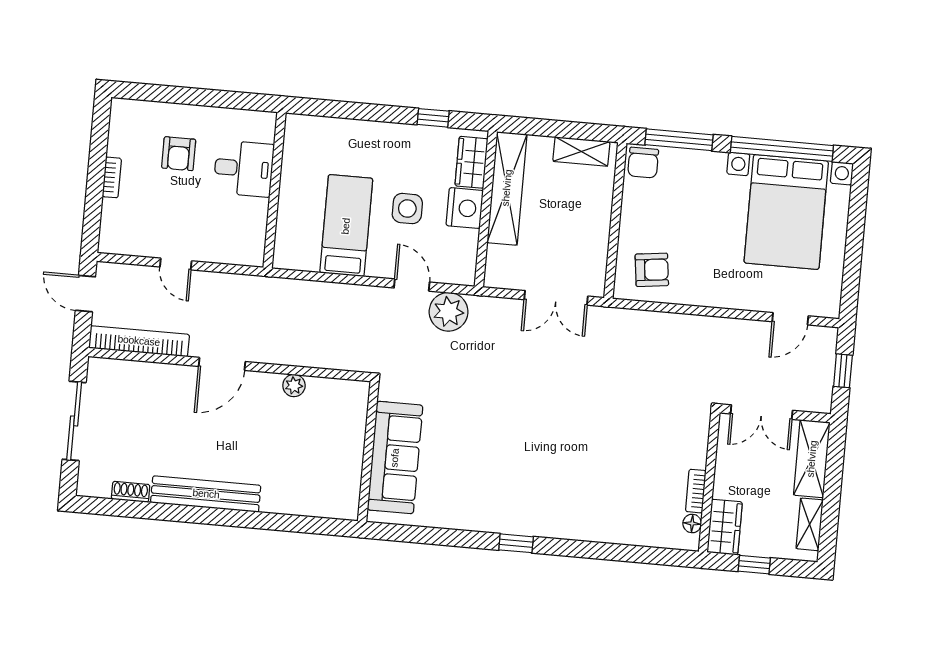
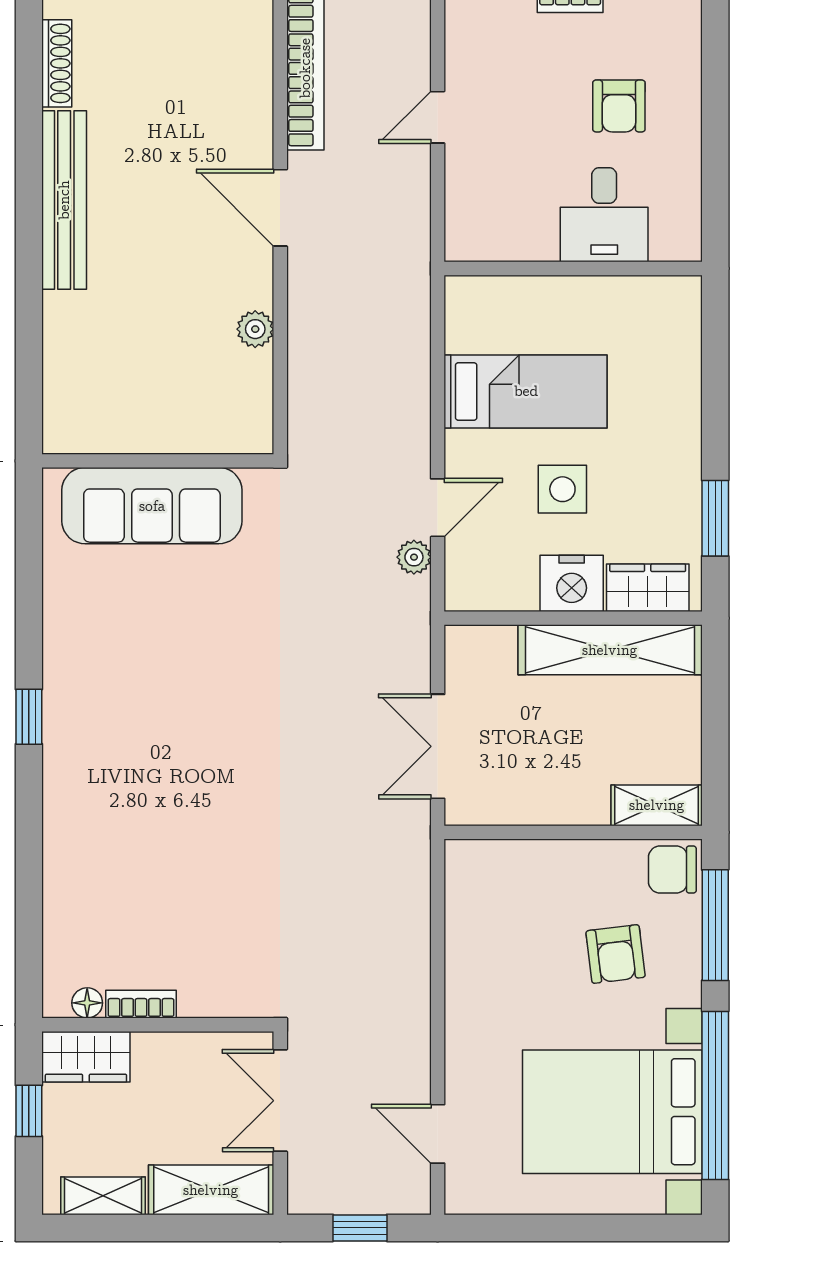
window: (433, 118) -> (715, 518), width x1.50
shelving: (581, 151) -> (657, 805), moved, turned 90
armchair: (179, 154) -> (619, 106), turned -90
armchair: (652, 270) -> (616, 954), moved
plant: (449, 312) -> (414, 557), width x0.53, depth x0.53
shoe rack: (131, 492) -> (57, 63), width x1.43

